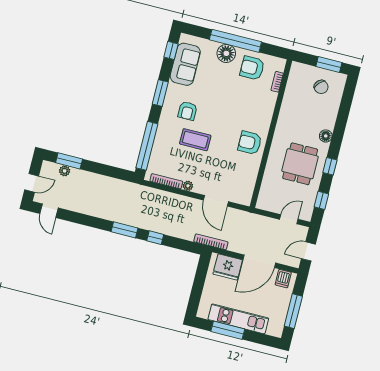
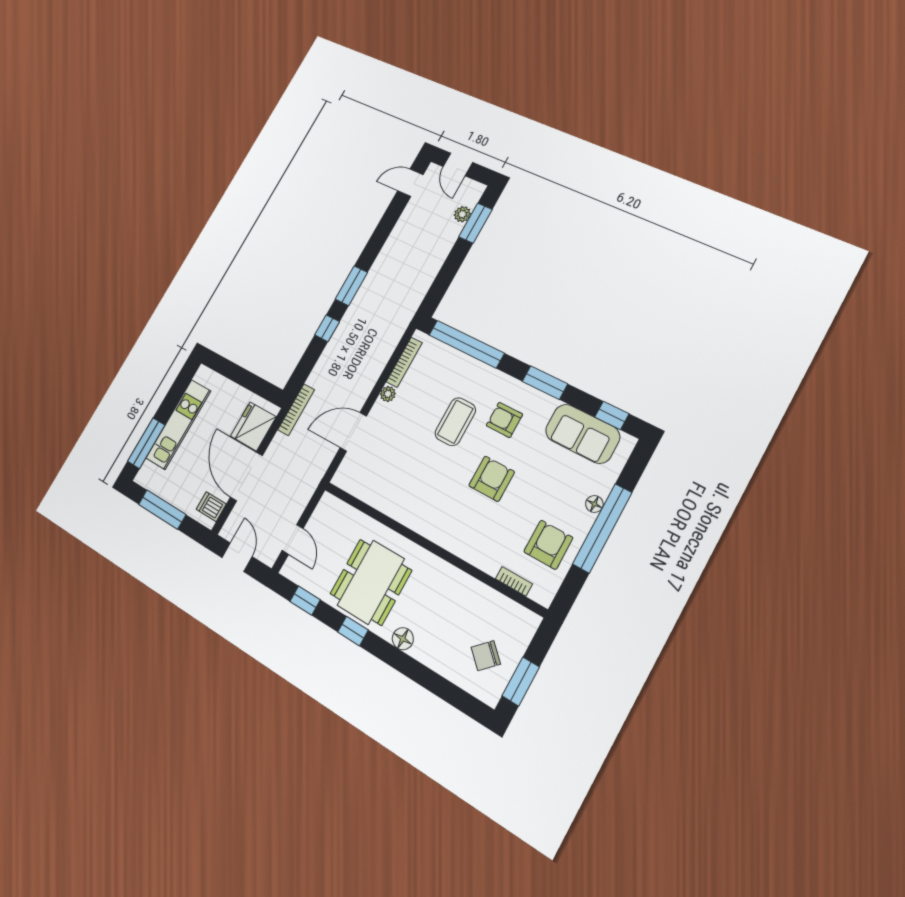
floor lamp: (226, 53) -> (594, 504), width x0.53, depth x0.53
armchair: (250, 143) -> (492, 479), moved
dining table: (300, 164) -> (371, 582), width x1.38
window: (228, 330) -> (146, 443), moved

